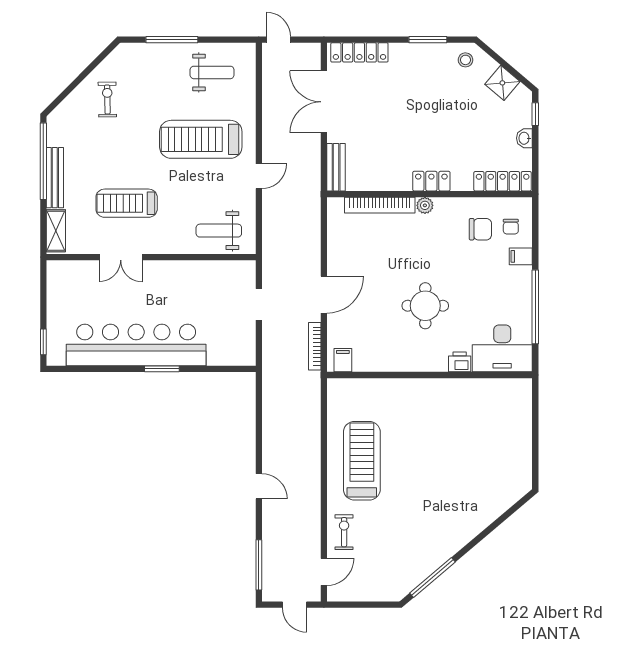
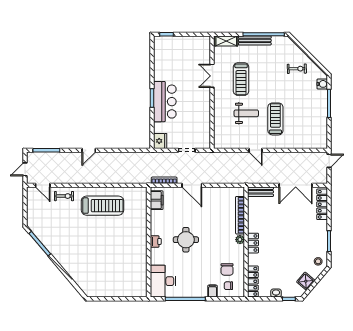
water cooler: (136, 52) -> (322, 84), added
weight bench: (212, 72) -> (311, 125), removed
double door: (324, 102) -> (296, 185), swing flipped
treadmill: (201, 139) -> (275, 119), width x0.73, depth x0.73
treadmill: (127, 203) -> (241, 79), turned 180
weight bench: (219, 231) -> (246, 113), moved, turned 90
bar counter: (136, 345) -> (165, 102), width x0.54
fridge: (242, 354) -> (160, 141), added
filing cabinet: (343, 360) -> (157, 200), width x2.00
printer: (460, 362) -> (156, 241), moved

